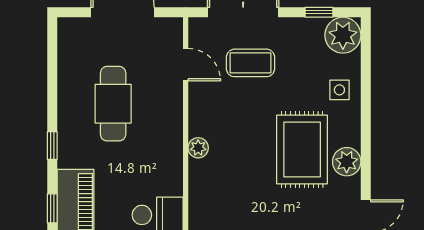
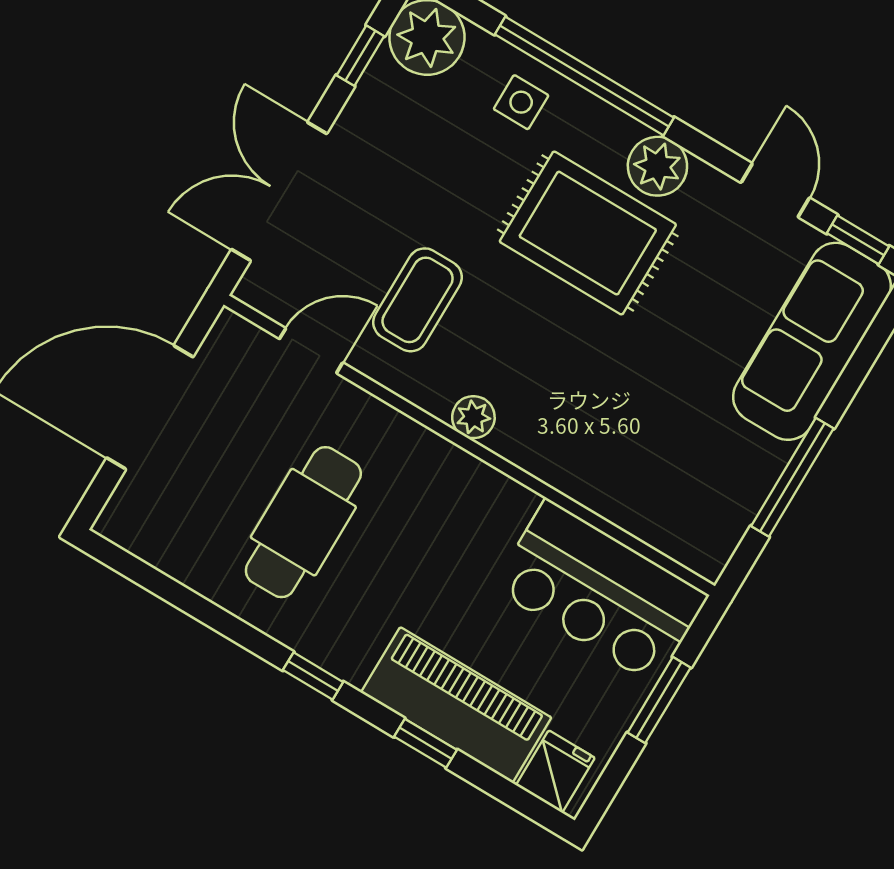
coffee table: (251, 63) -> (418, 300), moved
cafe table: (113, 104) -> (303, 522), turned 90
window: (366, 109) -> (584, 76), added

